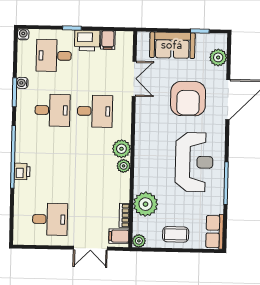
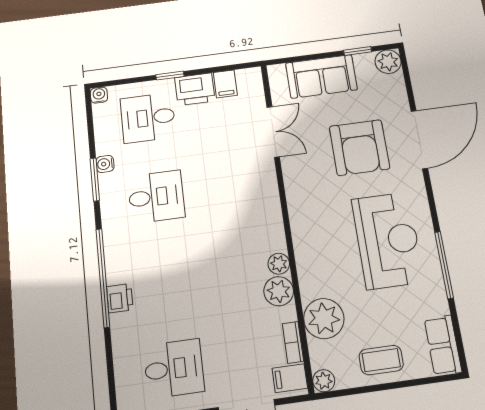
plant: (218, 57) -> (388, 62), moved
desk: (95, 111) -> (221, 188), removed
plant: (121, 149) -> (279, 291), moved

